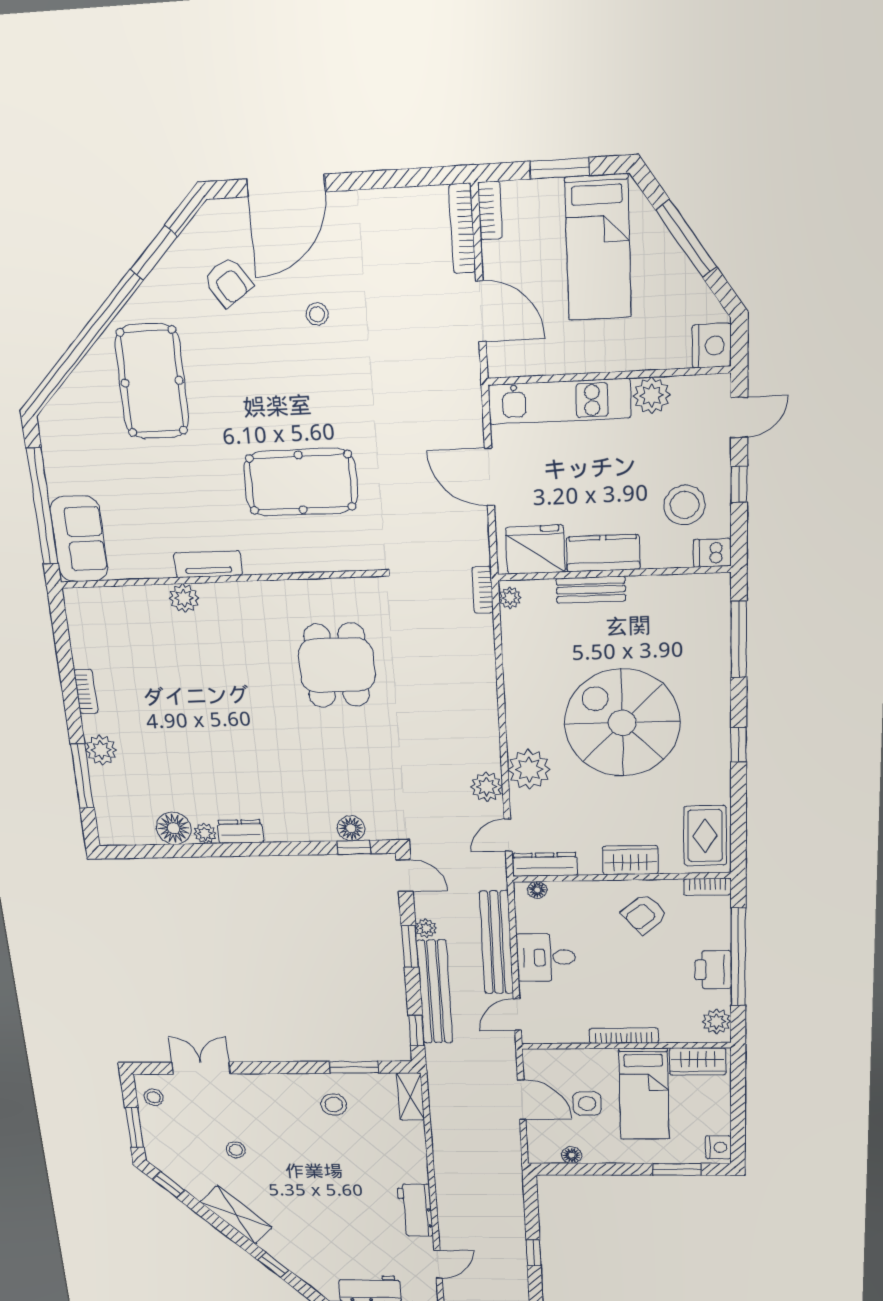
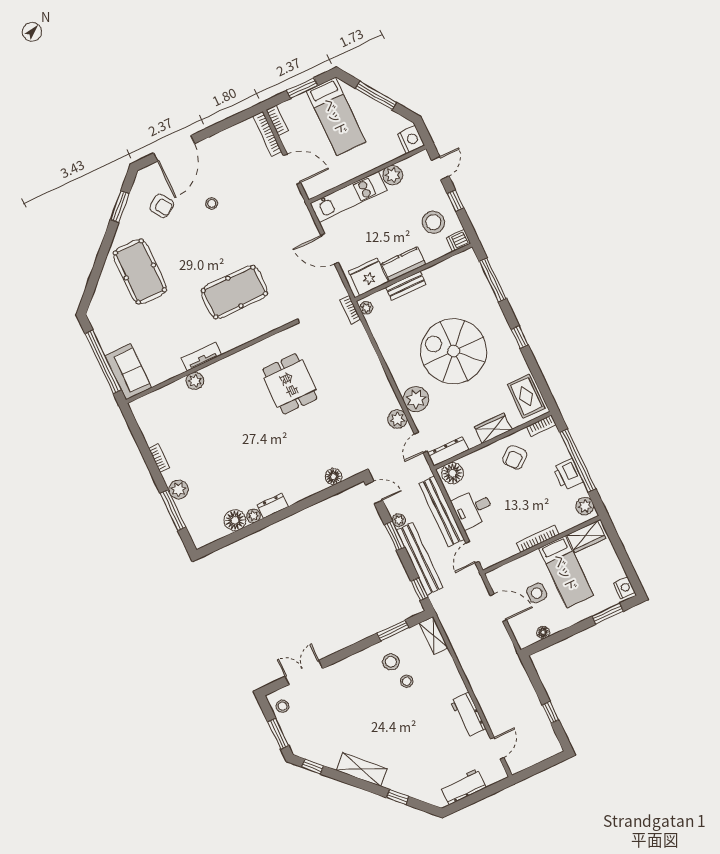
window: (354, 847) -> (339, 488), removed
floor lamp: (537, 890) -> (453, 473), width x1.89, depth x1.89
stool: (236, 1150) -> (407, 681), moved

